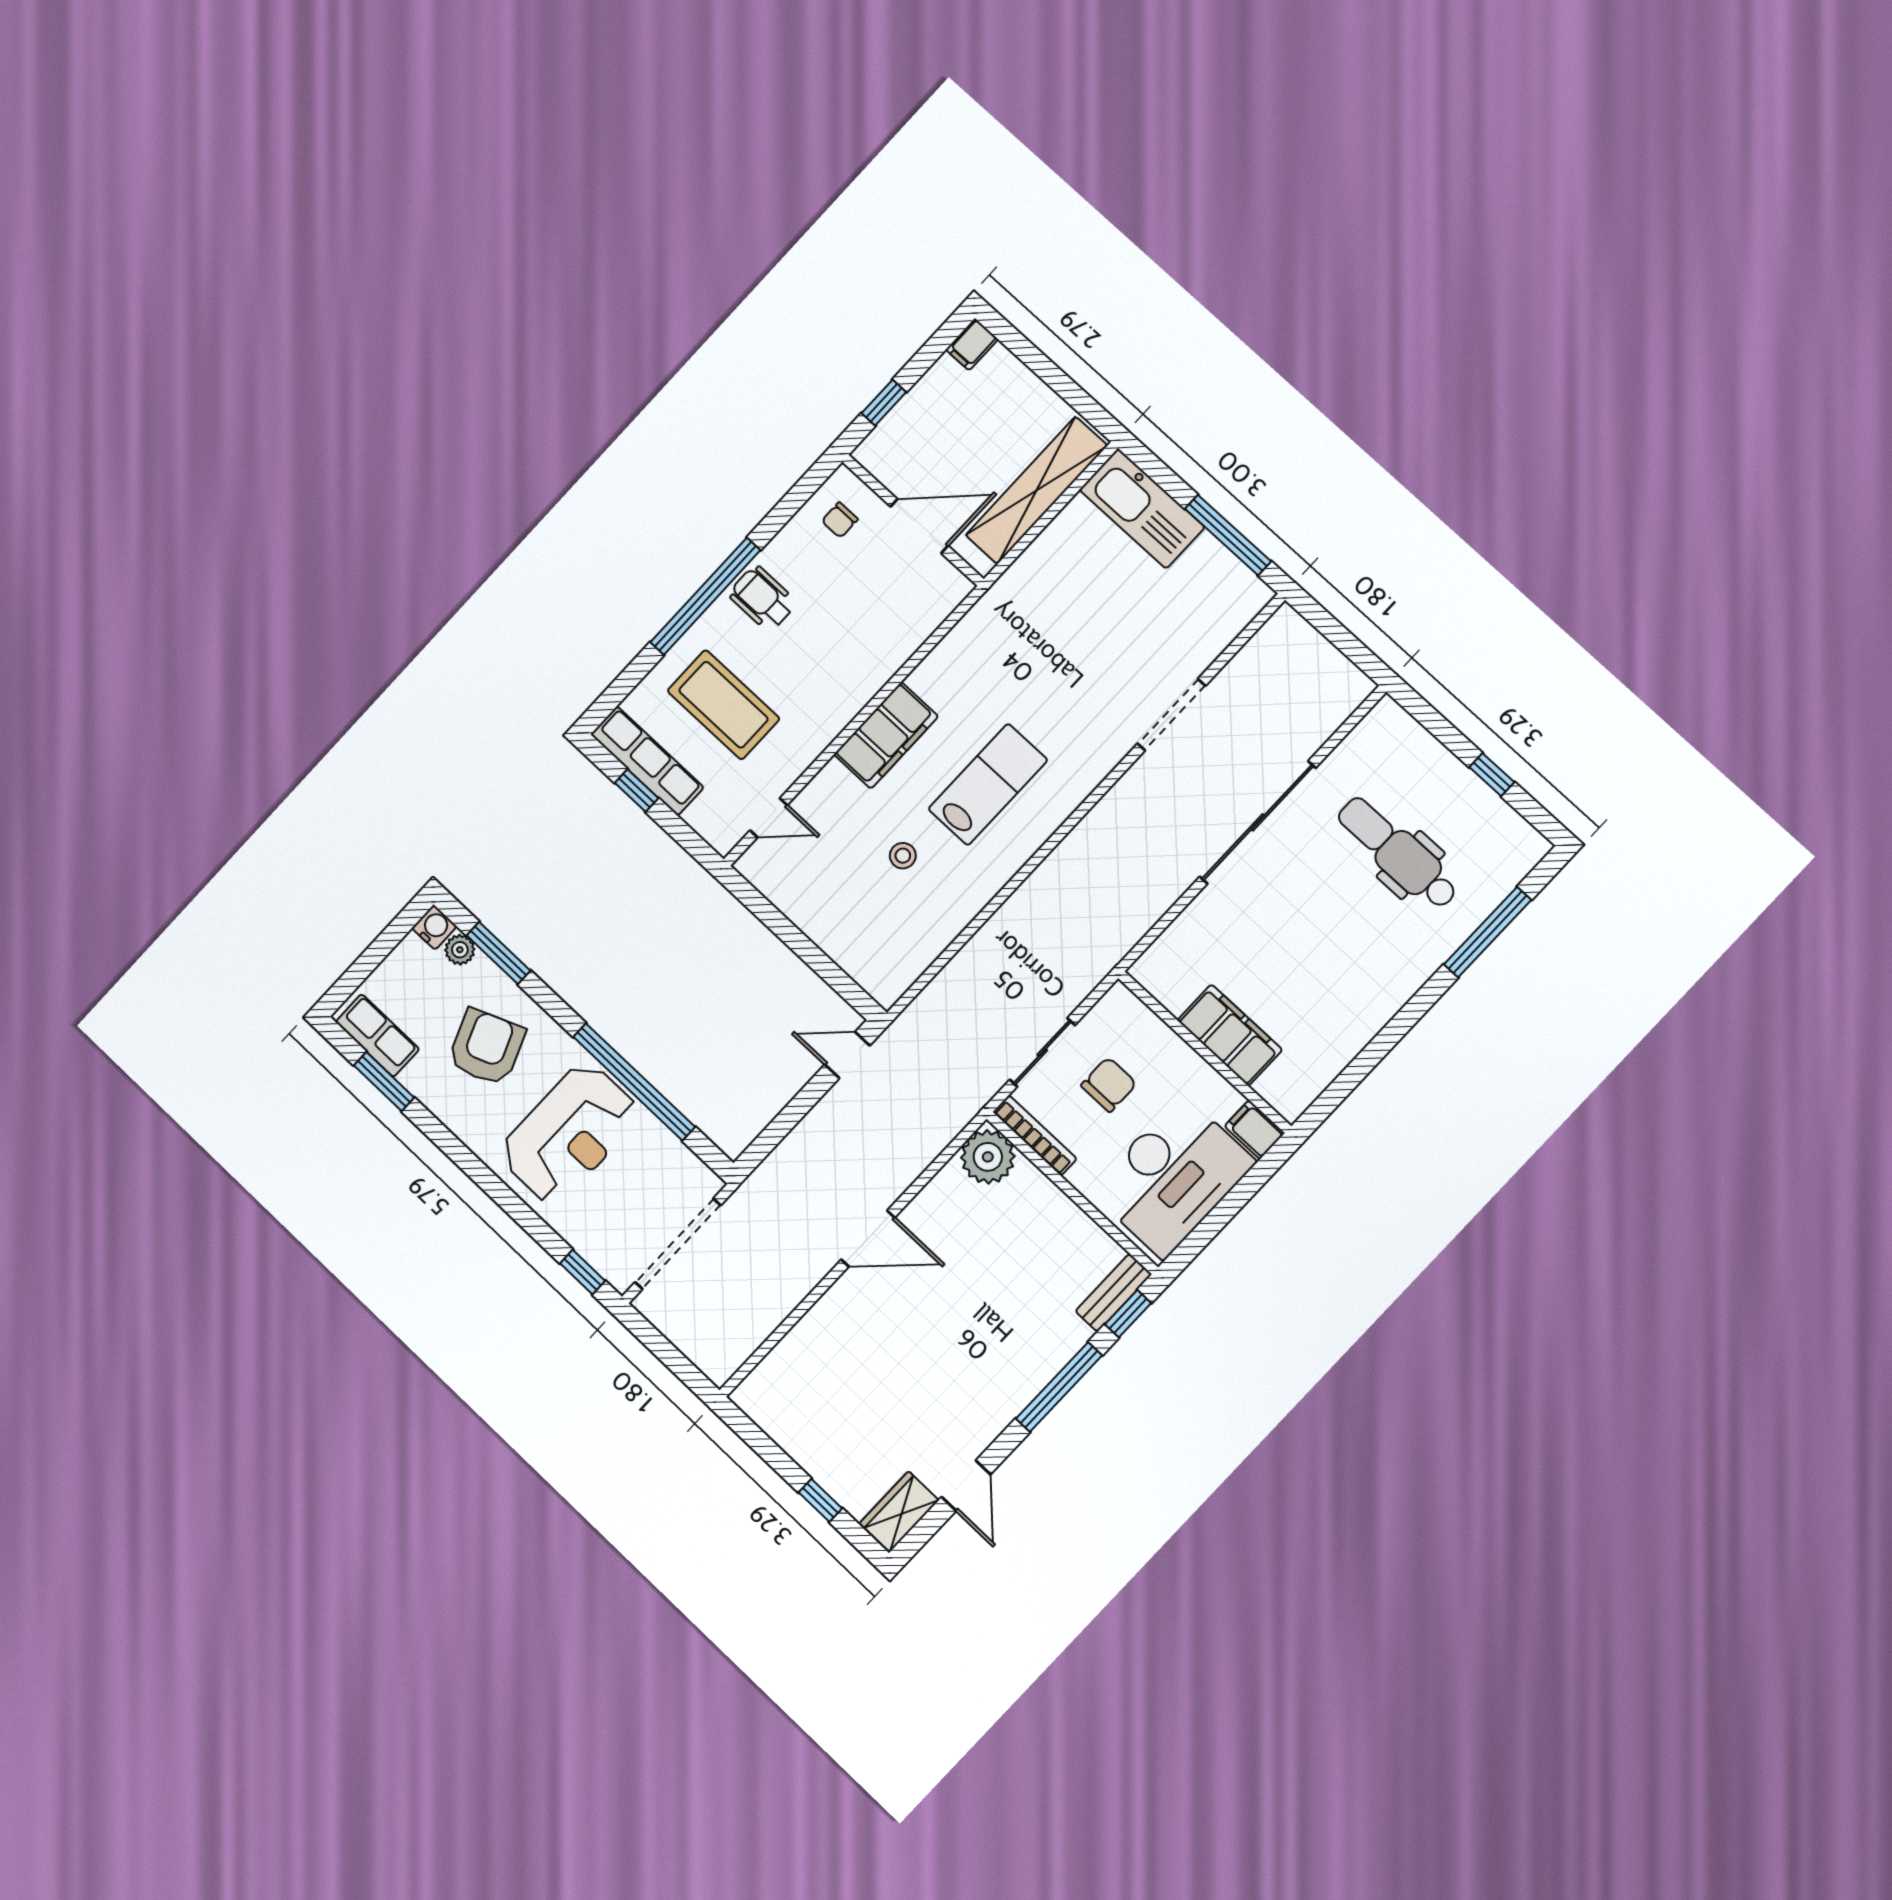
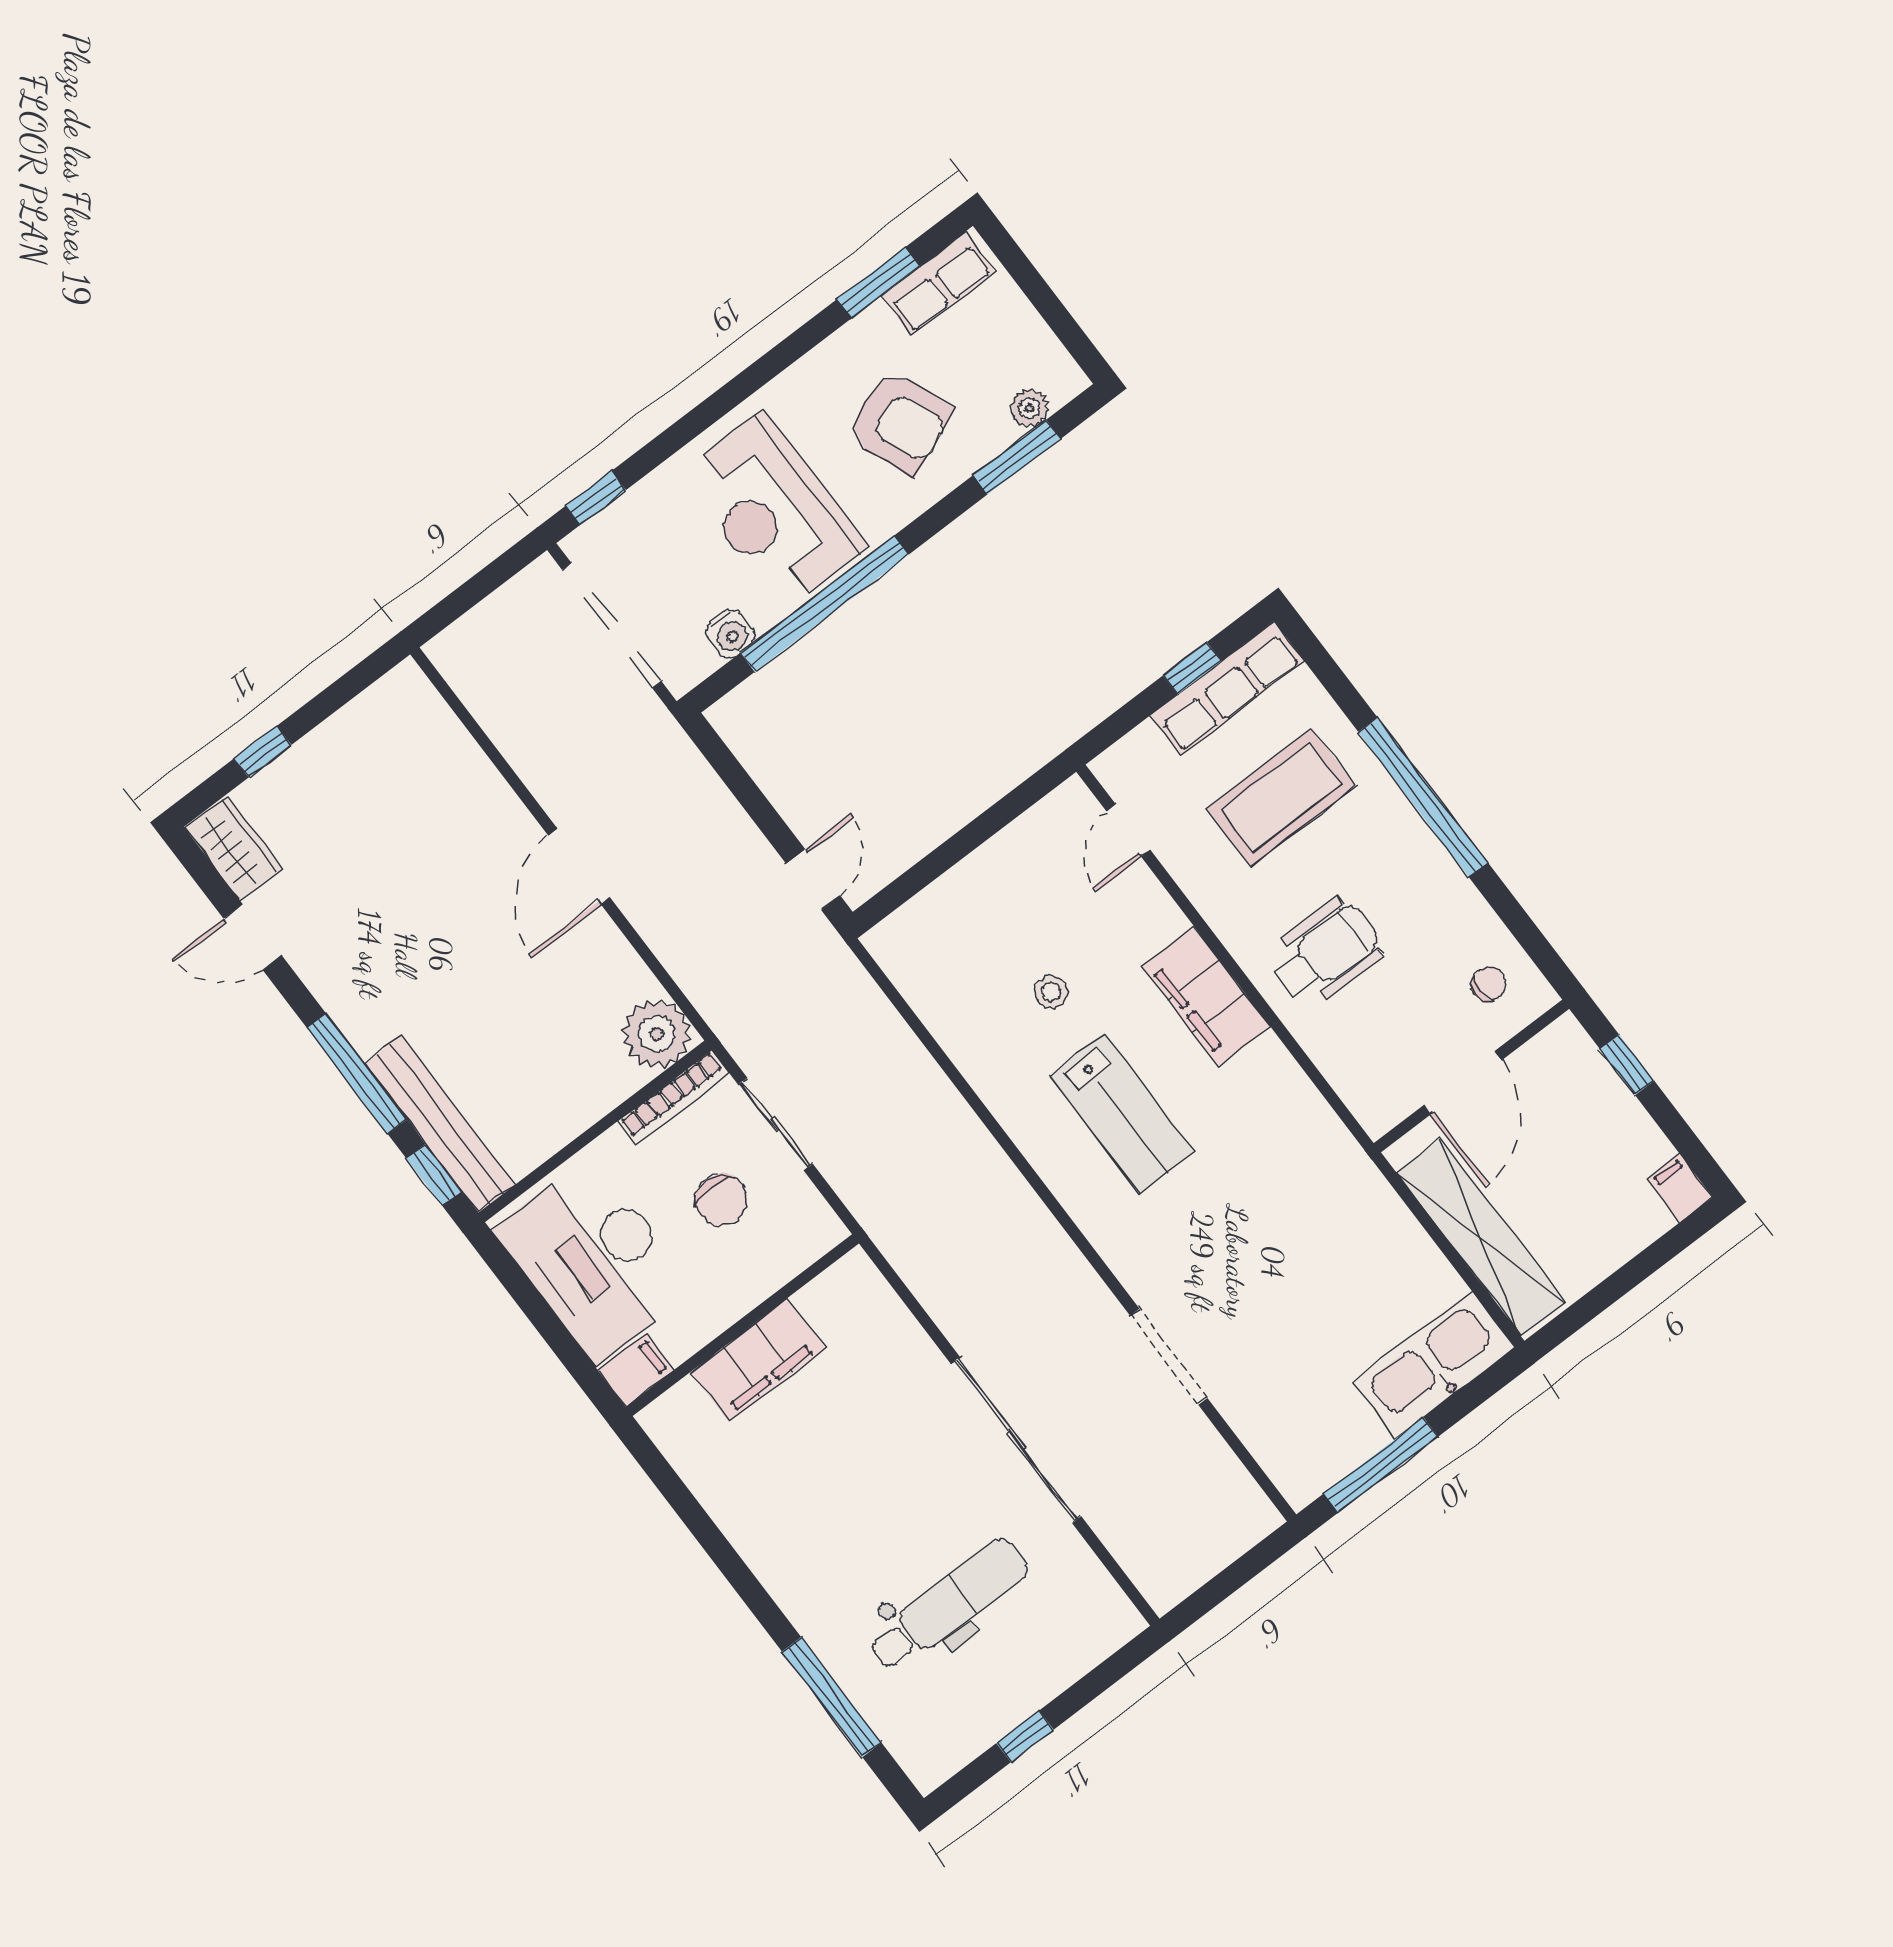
chair: (840, 520) -> (1489, 984), turned 90
wheelchair: (763, 598) -> (1325, 953), moved, width x1.36, depth x1.37
water cooler: (434, 927) -> (730, 634), moved
bench: (1113, 1293) -> (440, 1124), width x1.86, depth x1.21

